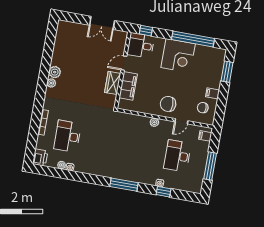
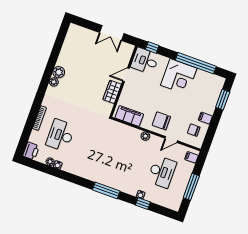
filing cabinet: (128, 86) -> (129, 116), moved, turned -90
desk: (177, 156) -> (162, 172), turned 180

